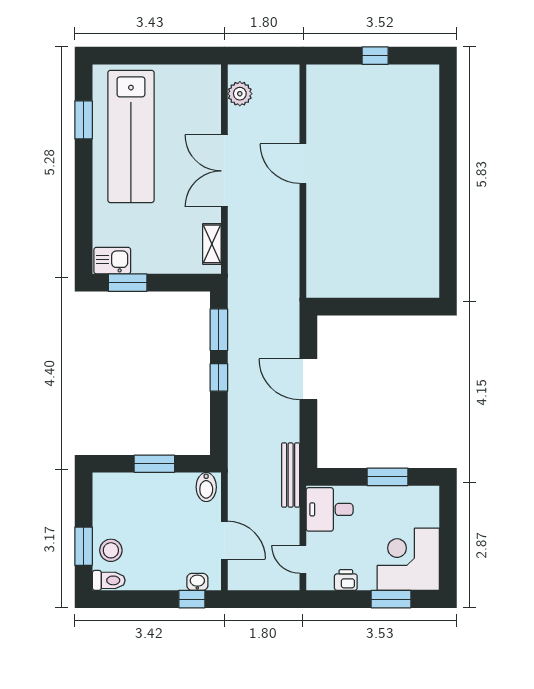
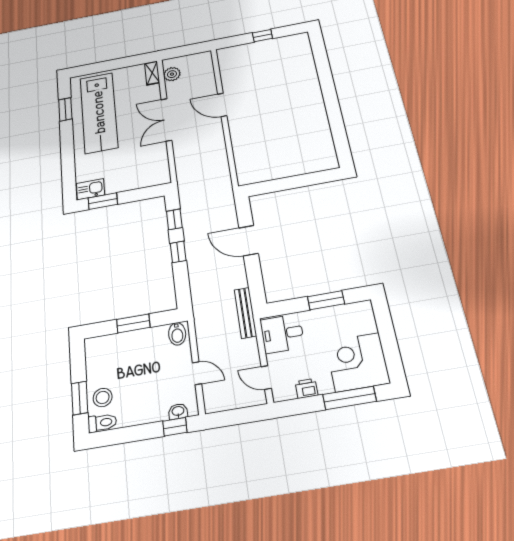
shelving: (212, 244) -> (152, 73), moved
window: (219, 330) -> (174, 219), width x0.67
door: (224, 540) -> (197, 373), width x0.73
window: (391, 599) -> (350, 398), width x1.44

